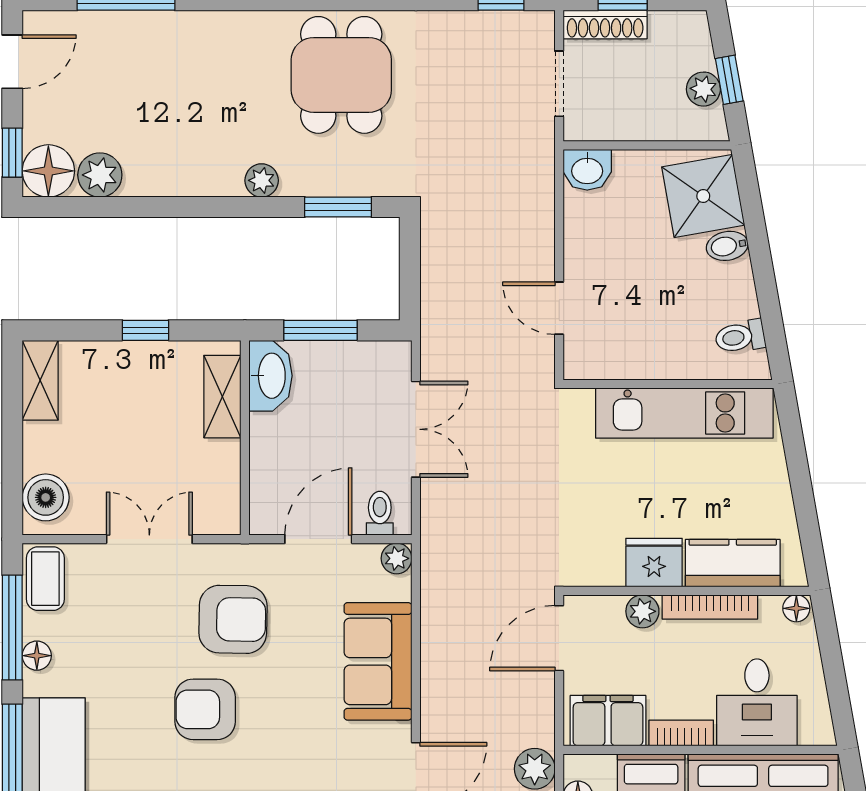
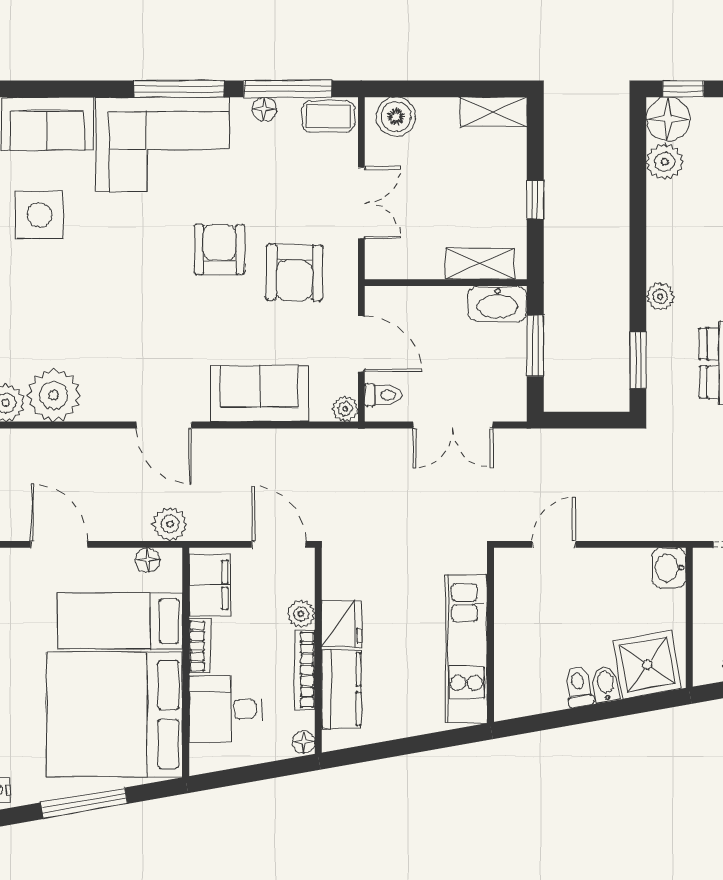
toilet: (740, 337) -> (579, 687), moved

